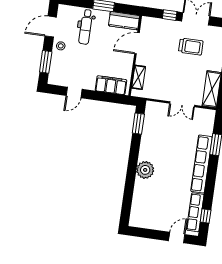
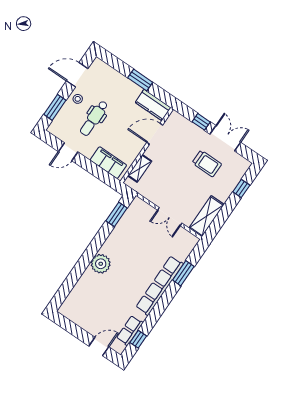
dental chair: (86, 27) -> (94, 118), moved
row of seats: (195, 212) -> (130, 330), width x0.68

